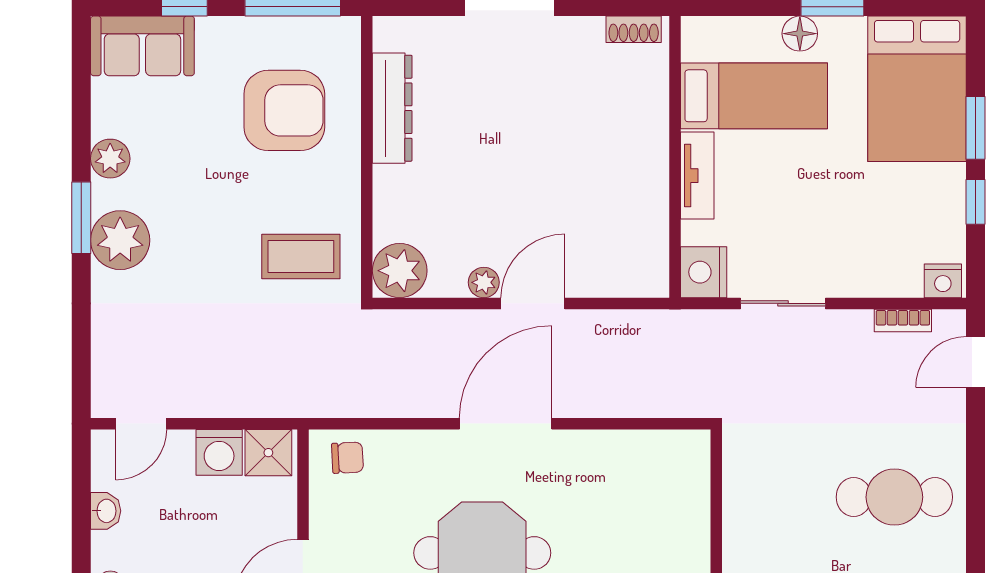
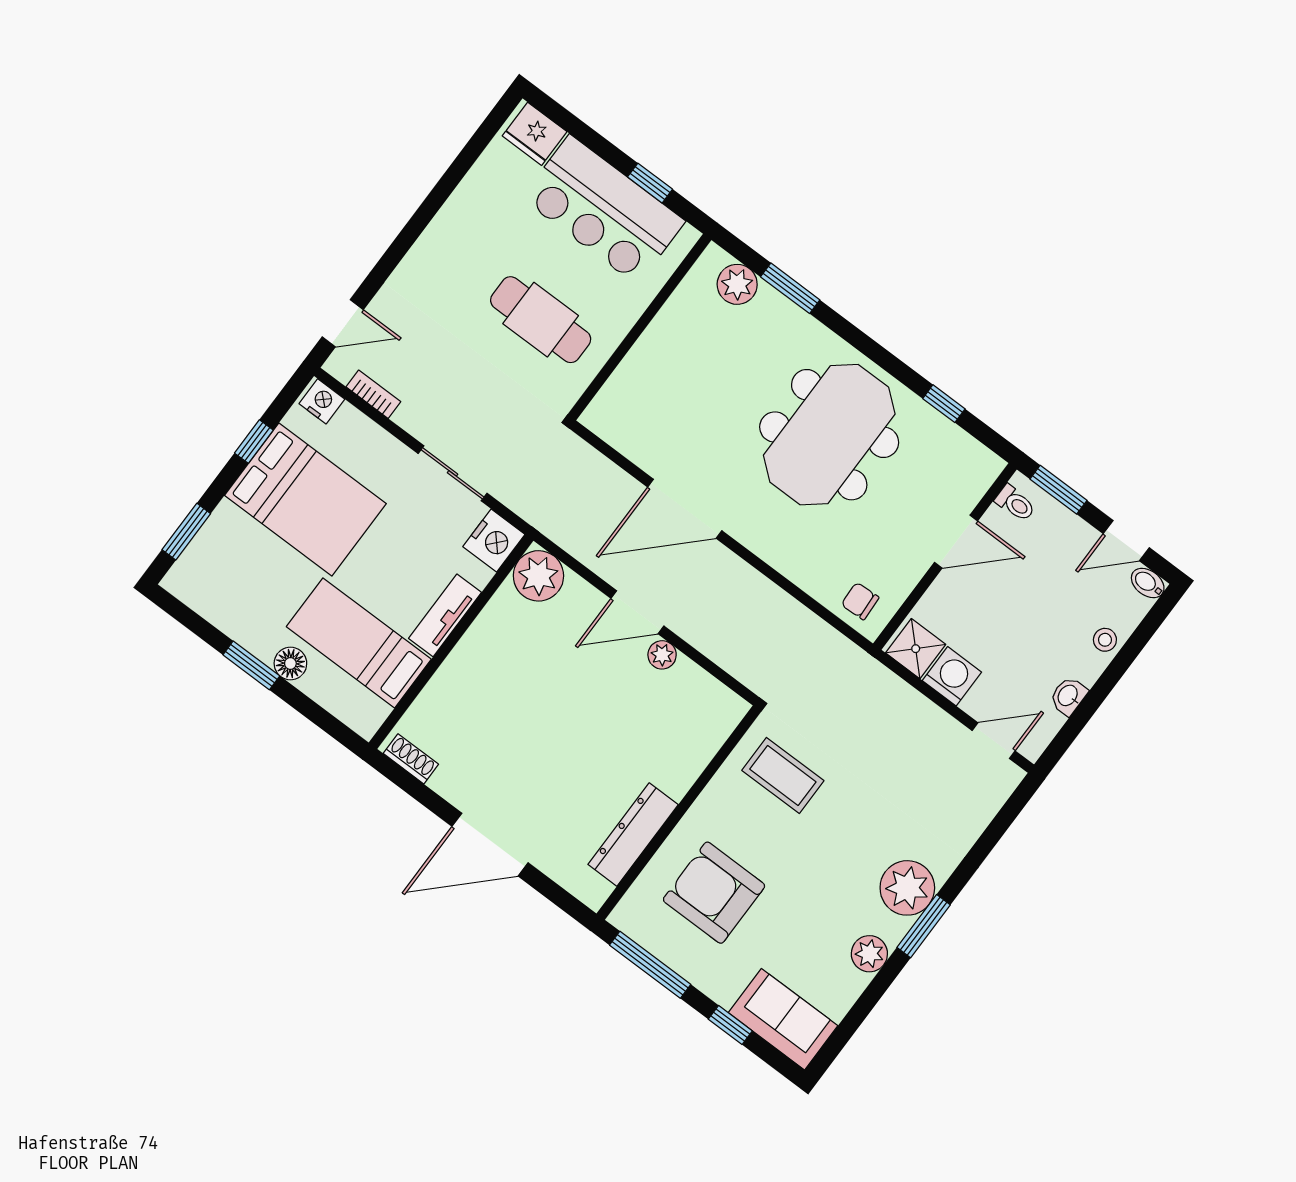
bed: (917, 89) -> (305, 500), moved, turned 90
window: (976, 128) -> (186, 532), moved
plant: (400, 271) -> (538, 576), moved
door: (506, 424) -> (685, 509), moved
cafe table: (894, 497) -> (541, 320), moved

